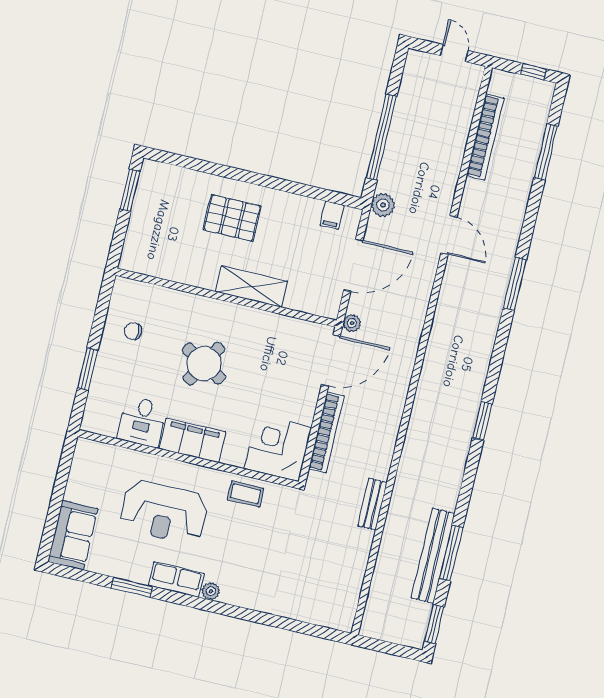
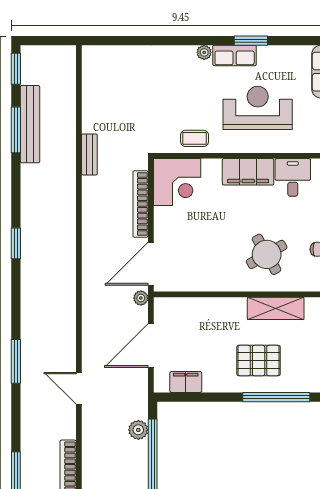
window: (222, 171) -> (276, 397), added
plant: (383, 205) -> (138, 430), moved
filing cabinet: (332, 215) -> (186, 382), width x2.00
shelving: (251, 286) -> (276, 308), moved
round table: (204, 364) -> (267, 254), moved, turned 30
window: (132, 587) -> (251, 41), moved

